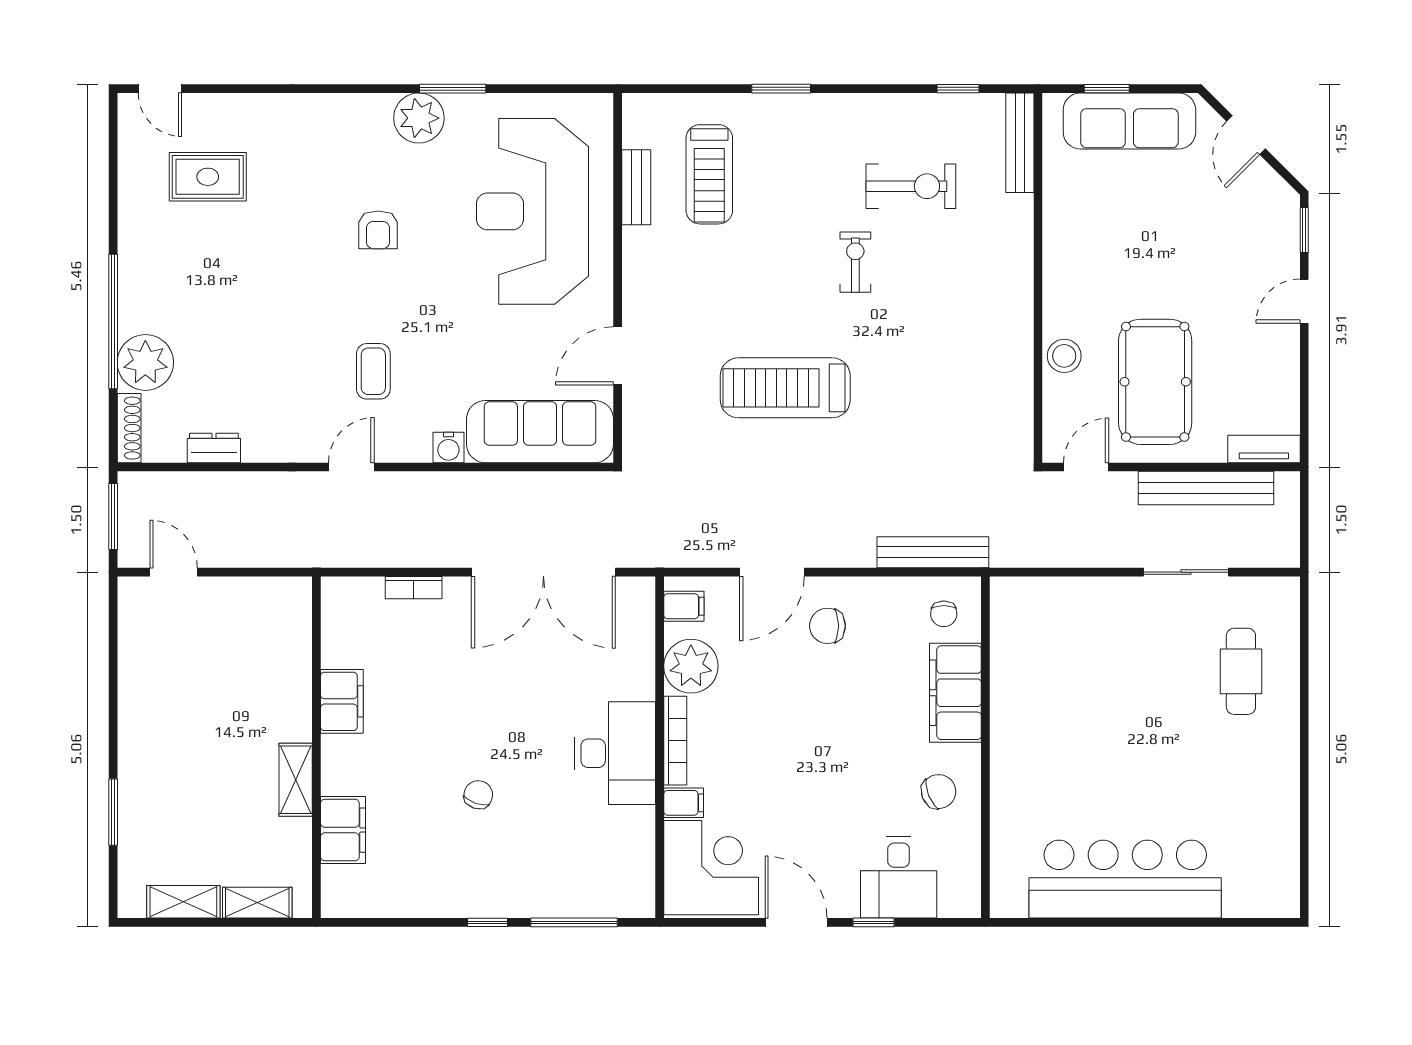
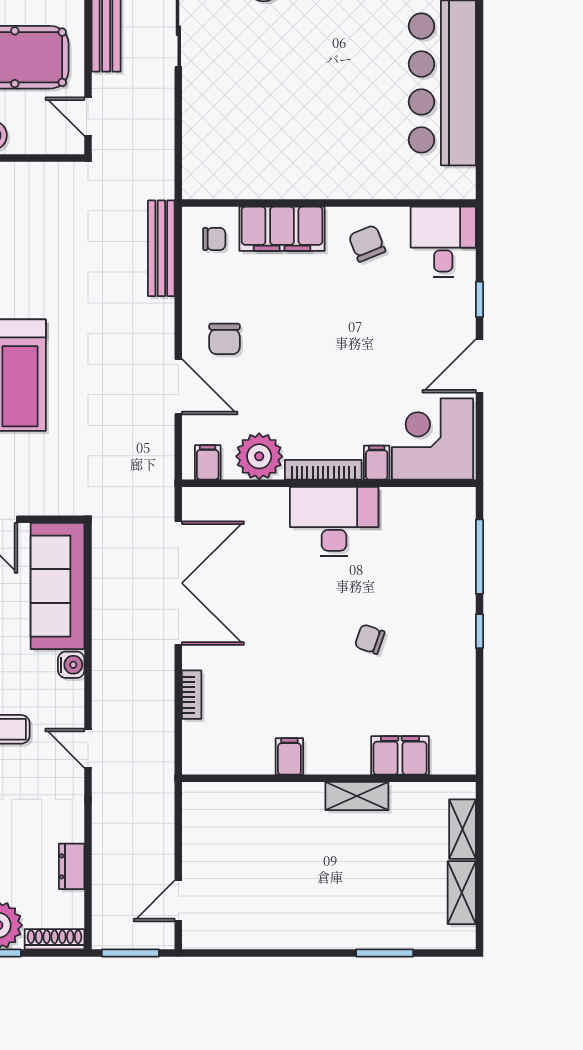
filing cabinet: (342, 701) -> (289, 756), width x0.50
desk: (899, 877) -> (443, 242), moved, turned -90

